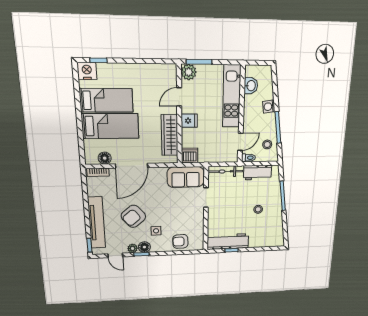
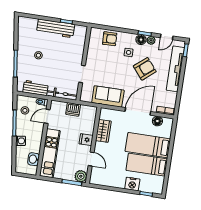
nightstand: (87, 71) -> (132, 184), moved
door: (179, 97) -> (91, 159), hinge flipped
wardrobe: (170, 135) -> (103, 131), width x0.67
dishwasher: (190, 155) -> (73, 109), moved
sofa: (186, 177) -> (108, 96), moved
workbench: (228, 242) -> (56, 28), moved
door: (115, 255) -> (167, 37), swing flipped

